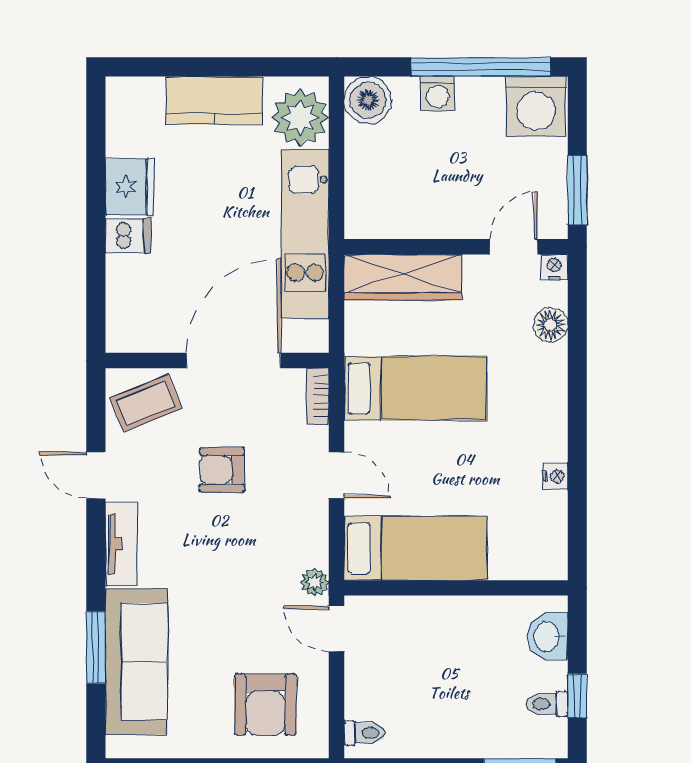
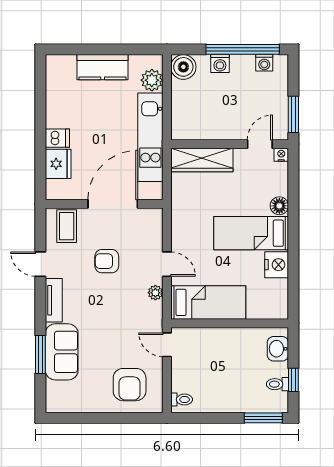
washing machine: (536, 106) -> (264, 63), width x0.53, depth x0.53
plant: (300, 118) -> (152, 80), width x0.73, depth x0.73
fridge: (130, 187) -> (58, 164), moved
floor lamp: (551, 325) -> (279, 206), moved
bed: (415, 388) -> (251, 233), moved, turned 180
bookcase: (318, 396) -> (157, 223), removed
coffee table: (146, 403) -> (67, 226), turned -68
nightstand: (555, 476) -> (277, 265), width x1.89, depth x1.79
plant: (315, 582) -> (155, 293), moved
sofa: (136, 662) -> (62, 352), width x0.73

